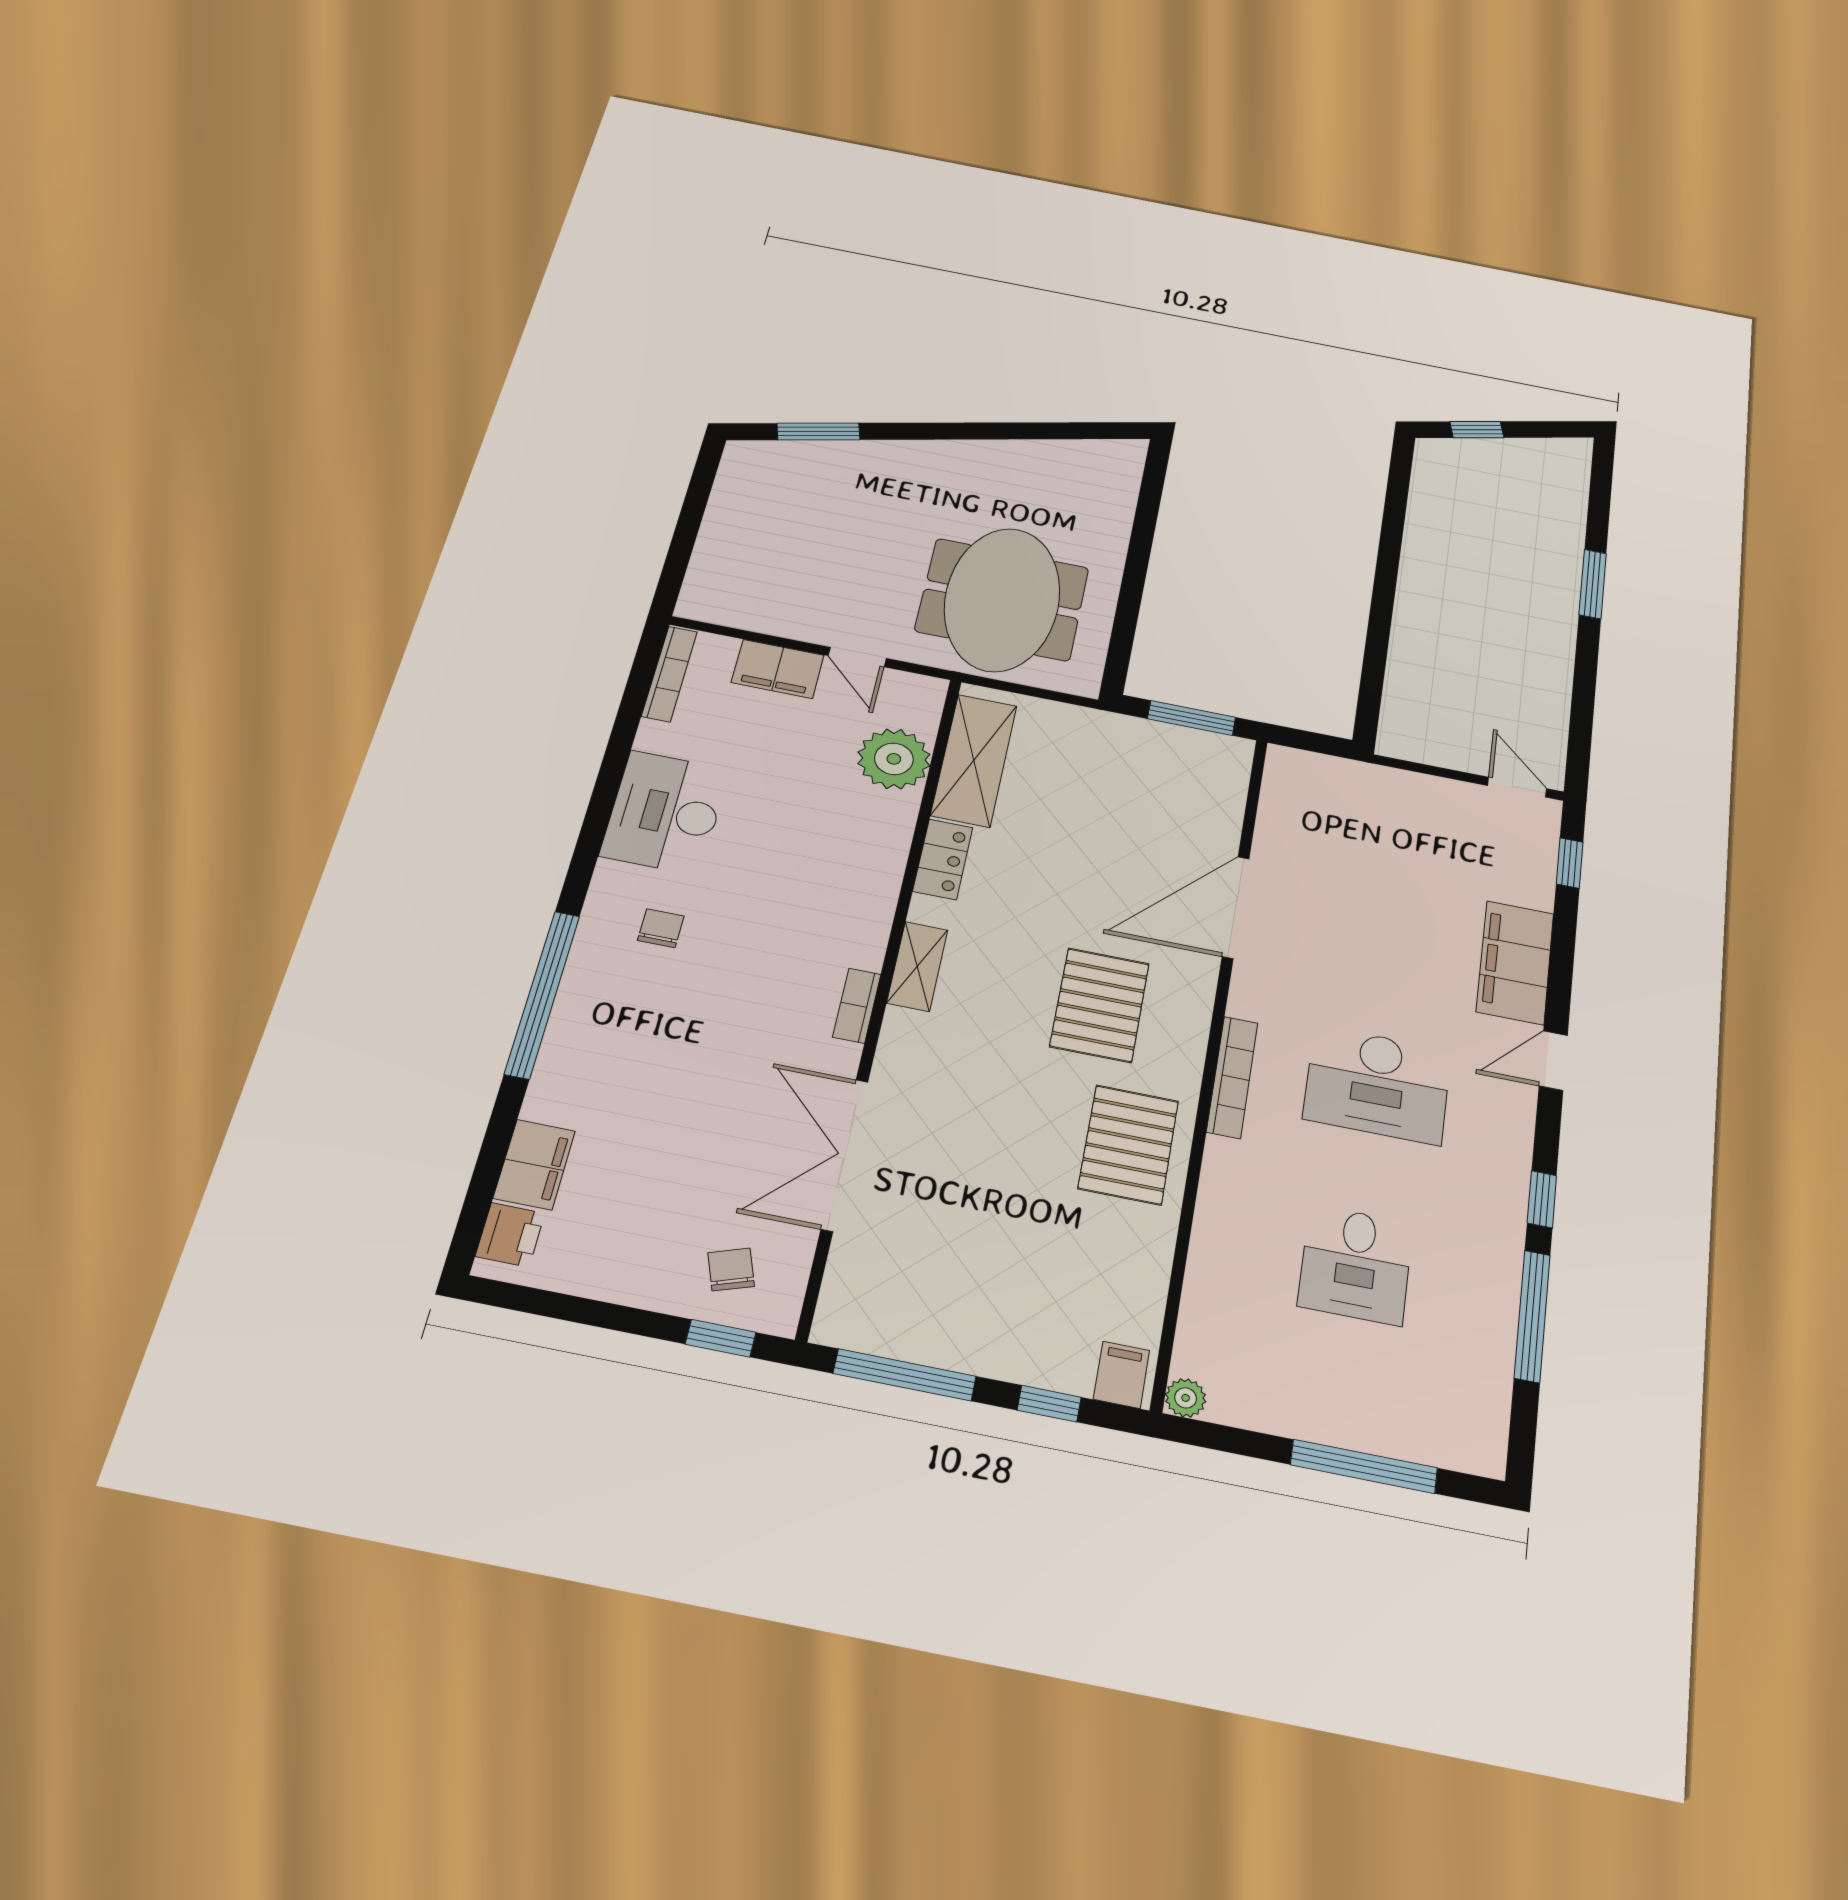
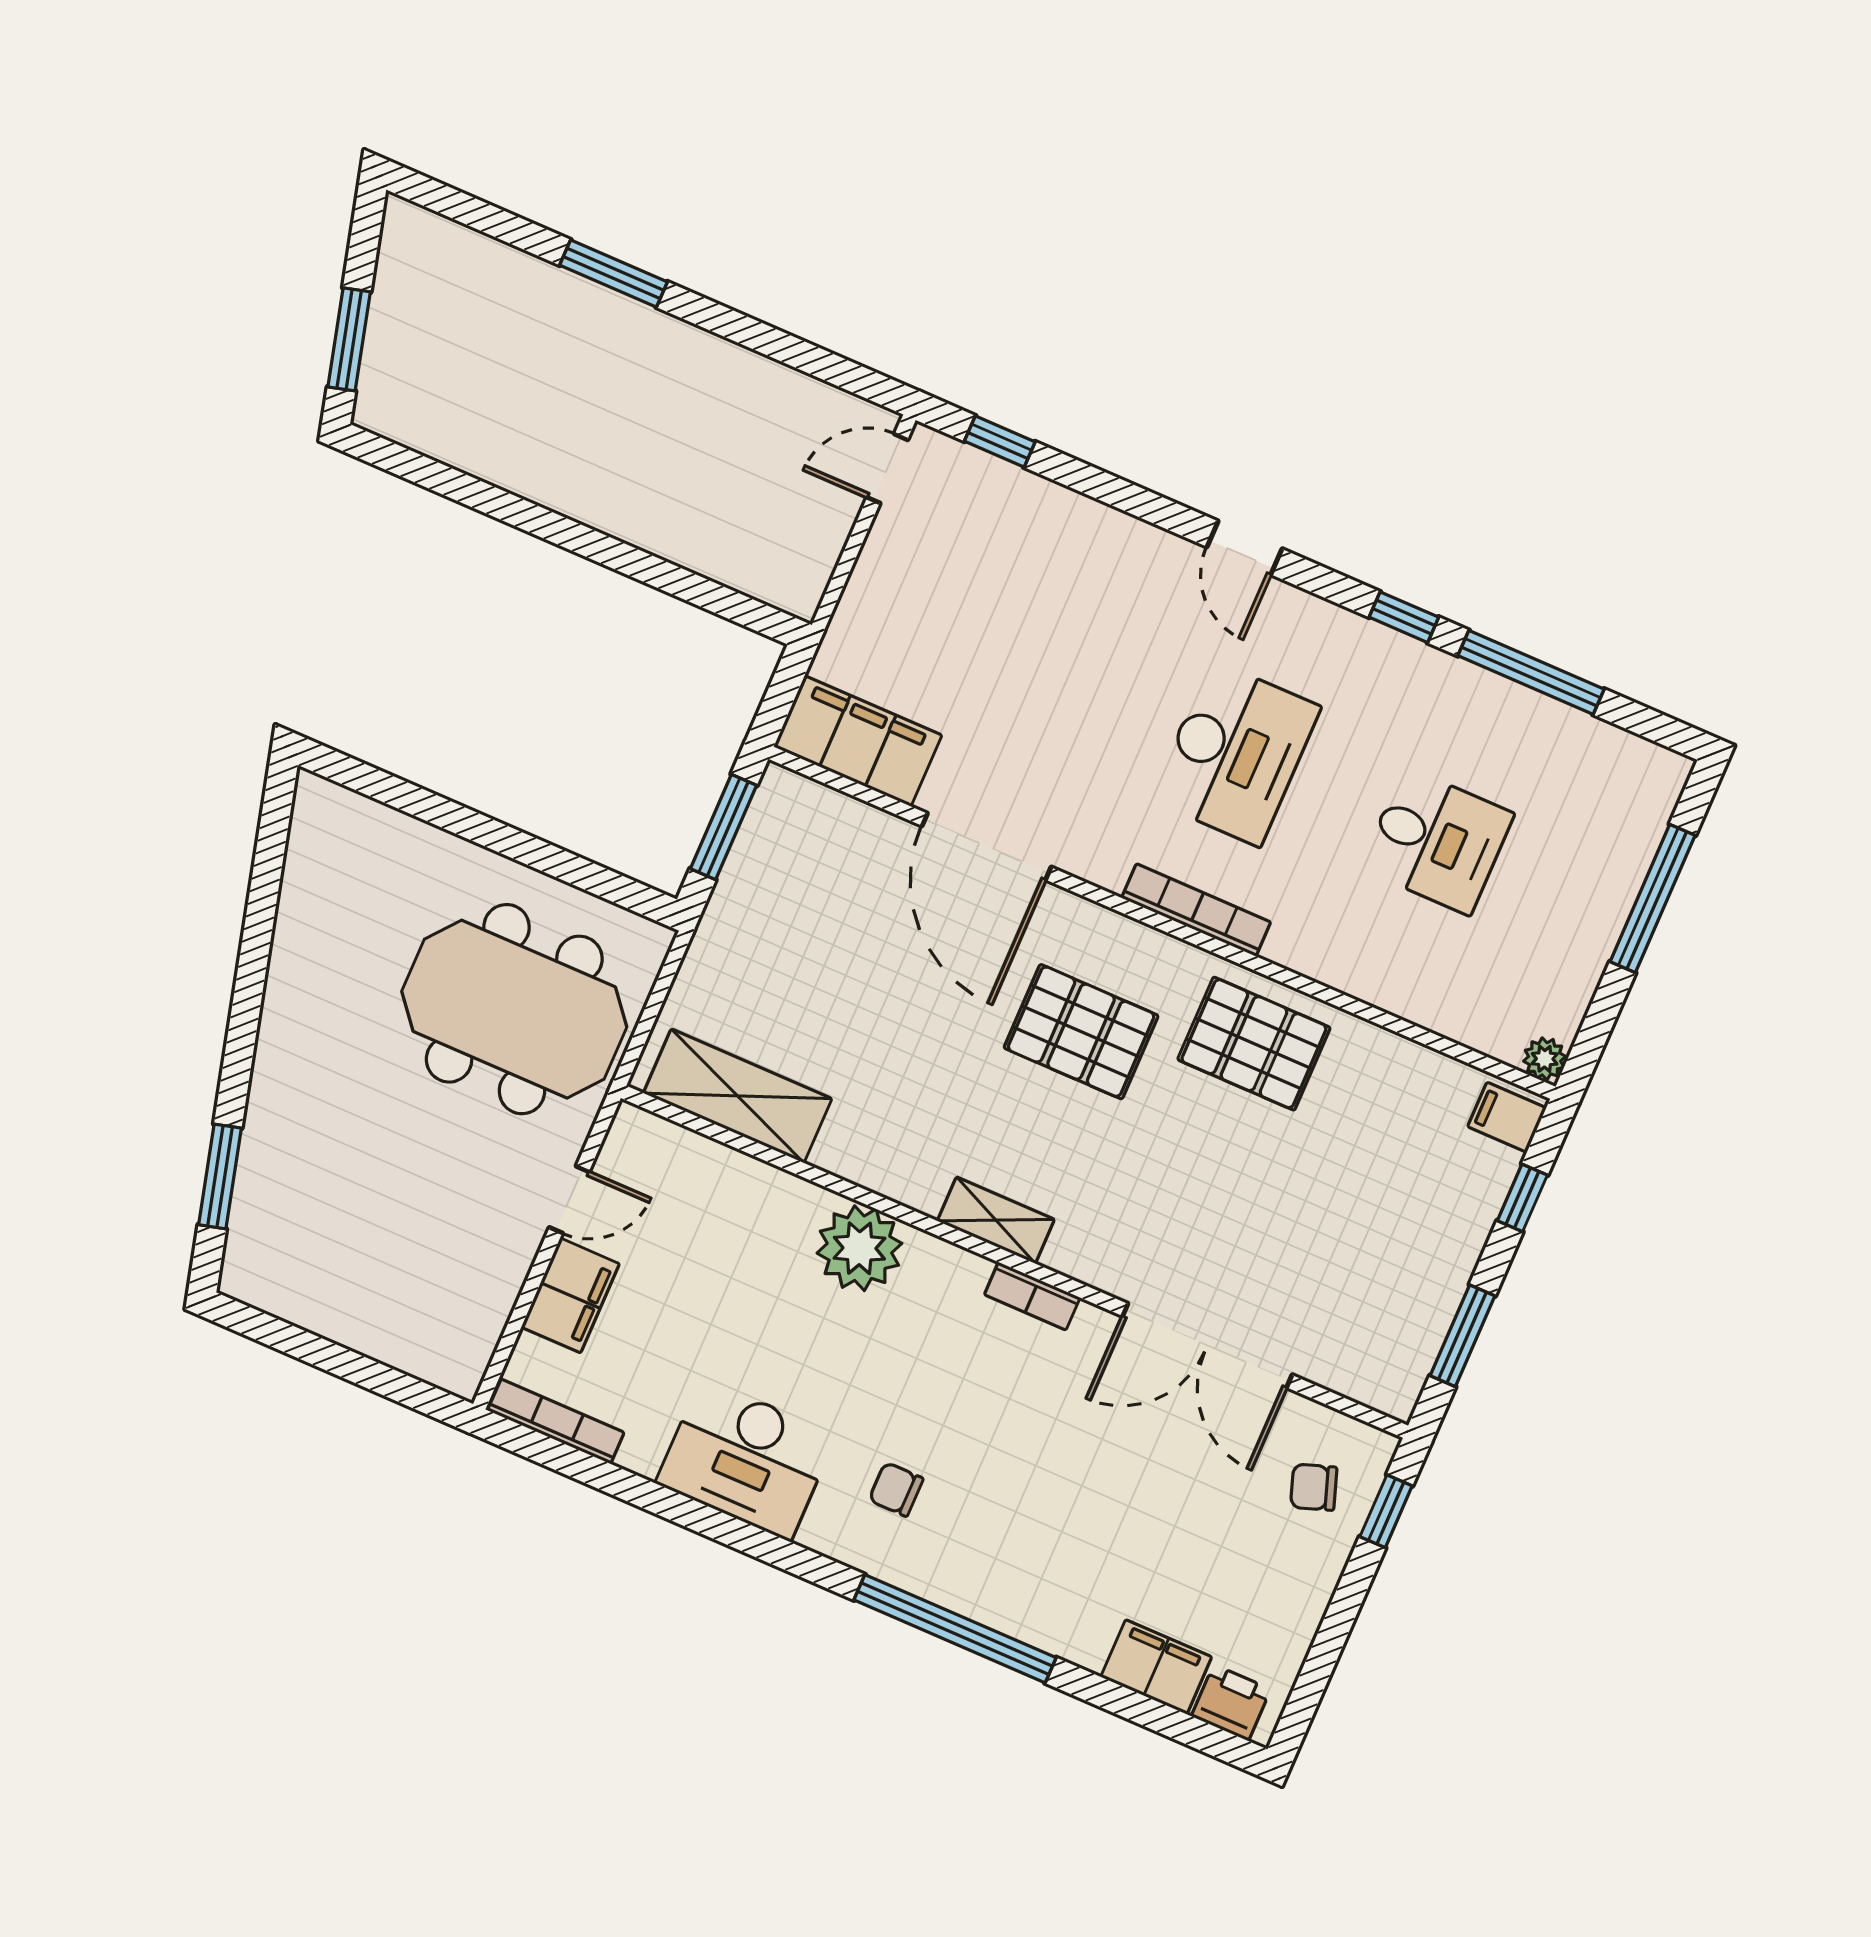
window: (1477, 430) -> (349, 339), width x1.50
plant: (894, 759) -> (859, 1248), moved
locker: (943, 859) -> (864, 1162), removed
filing cabinet: (1515, 962) -> (858, 741), moved, turned 180
window: (905, 1375) -> (1462, 1336), width x0.69

